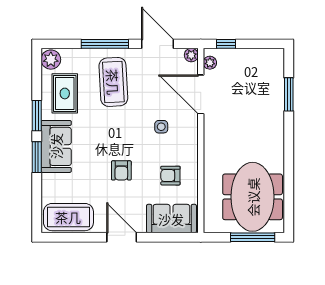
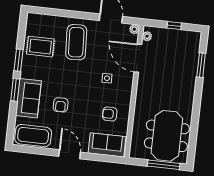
window: (105, 44) -> (73, 14), removed
window: (226, 44) -> (174, 26), moved
plant: (51, 60) -> (33, 21), removed
rug: (65, 93) -> (40, 47), turned 90
sofa: (56, 146) -> (28, 98), moved
armchair: (121, 170) -> (61, 105), moved

